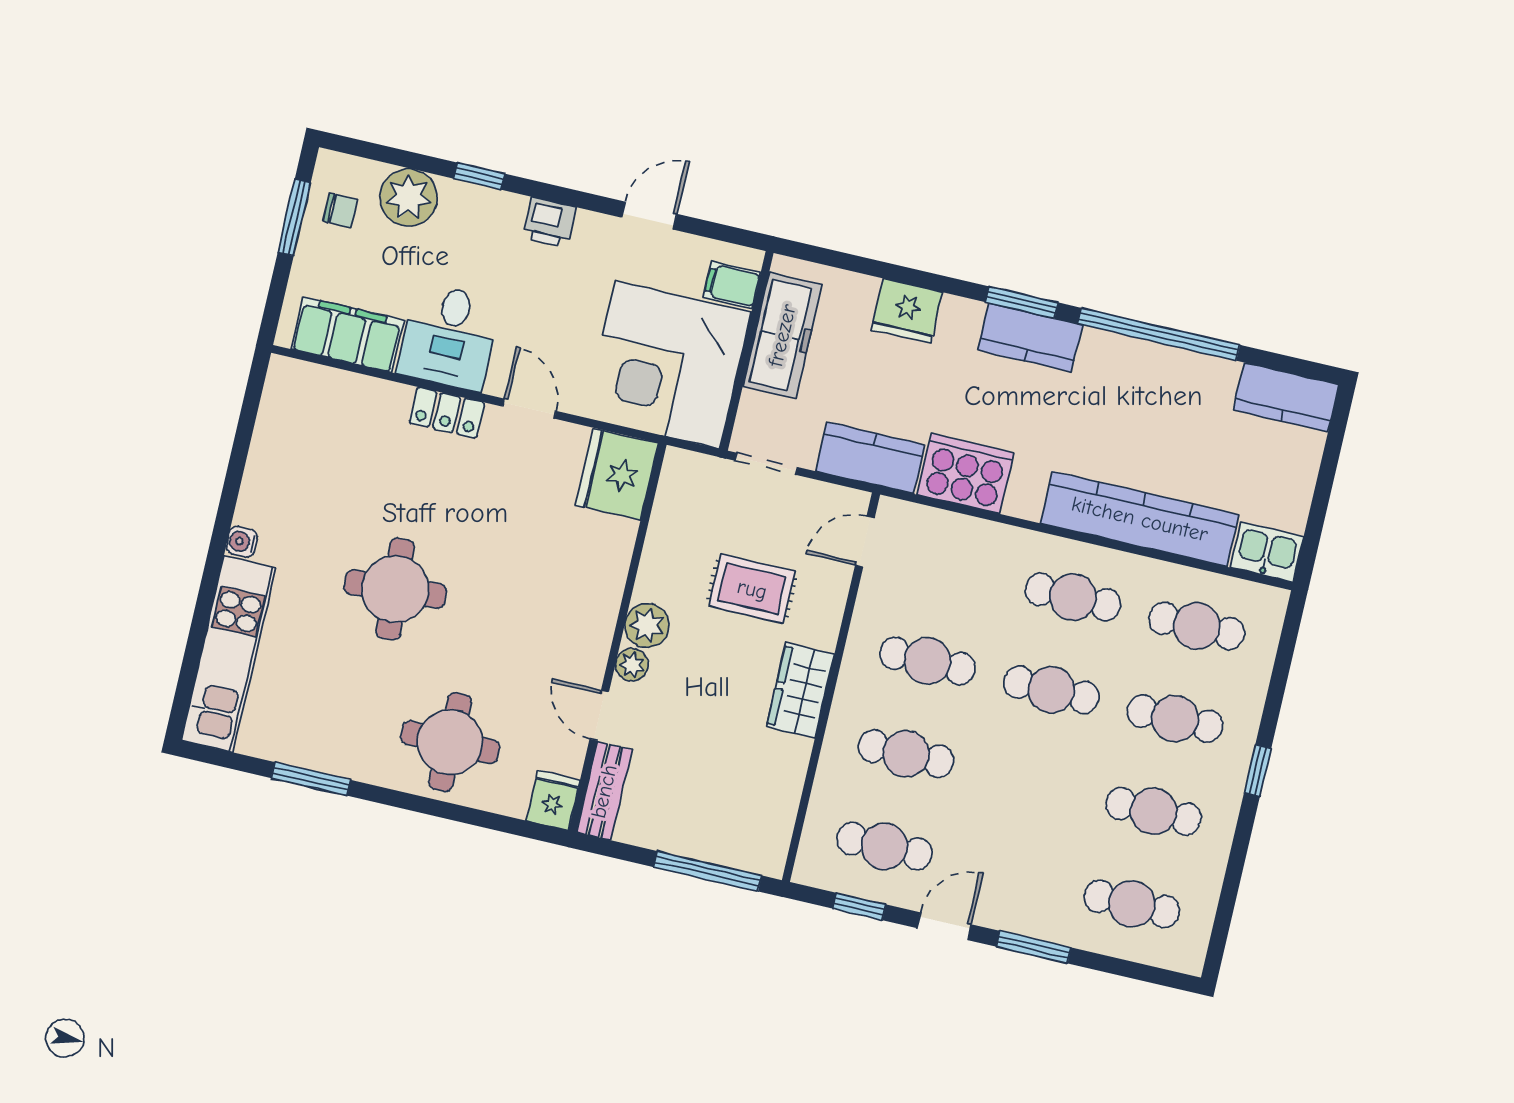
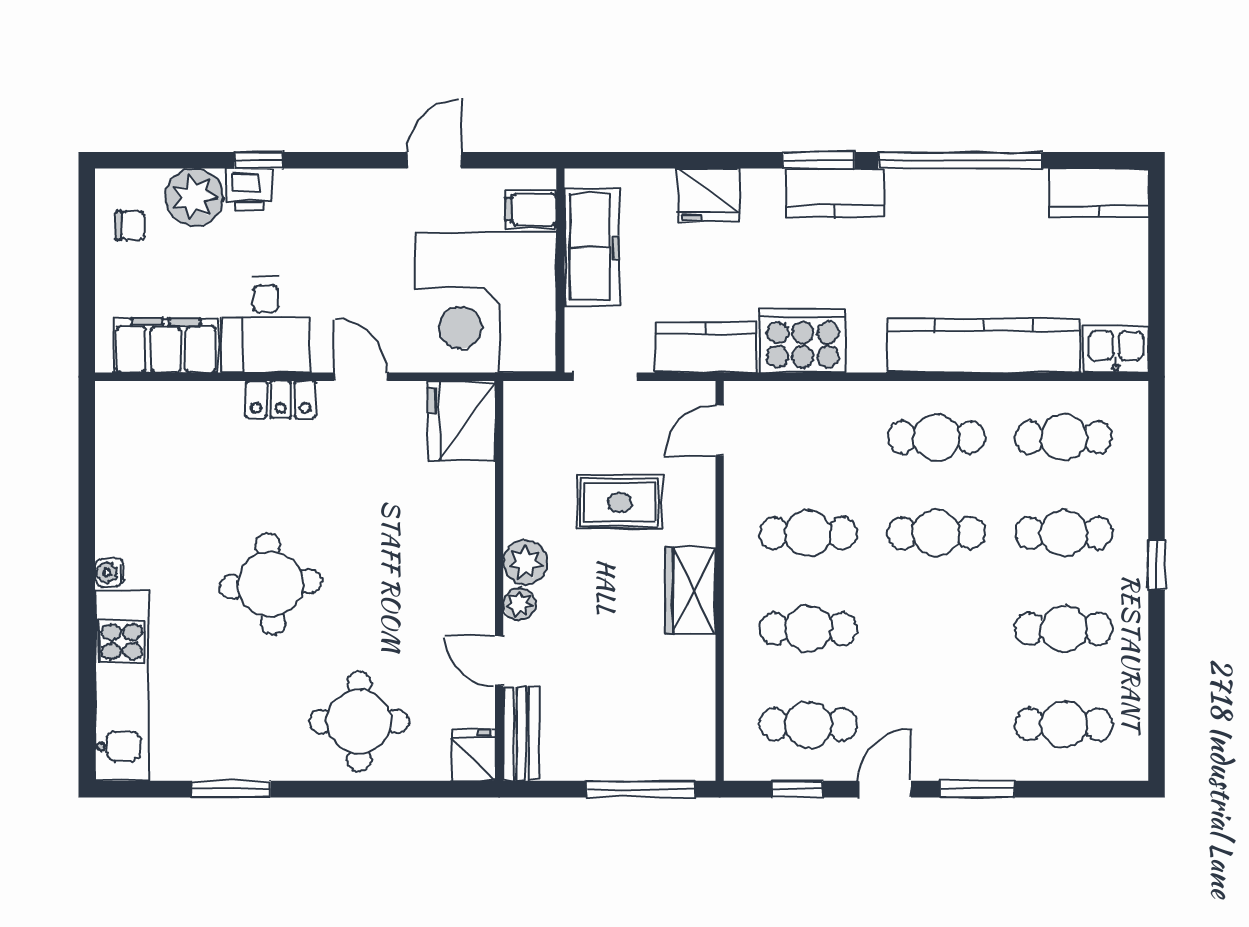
window: (294, 217) -> (87, 243), removed
printer: (549, 222) -> (249, 189), moved

